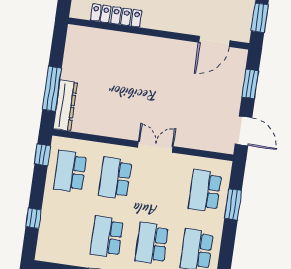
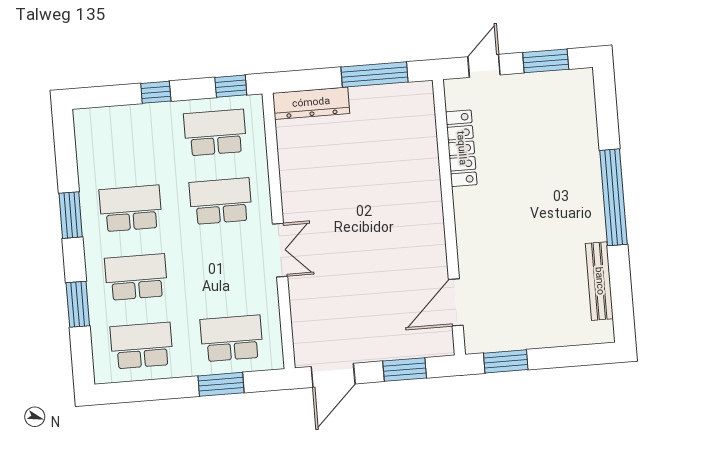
door: (214, 41) -> (456, 302), hinge flipped
window: (52, 89) -> (375, 75), moved
window: (34, 218) -> (156, 92), moved

